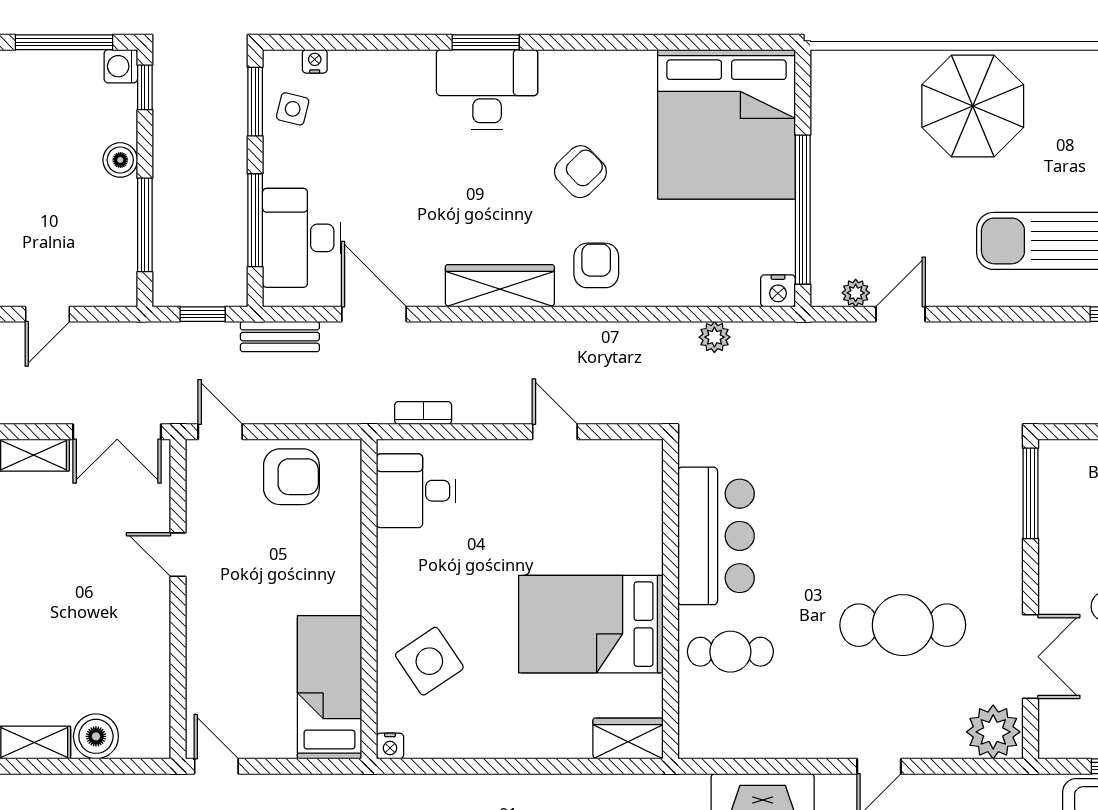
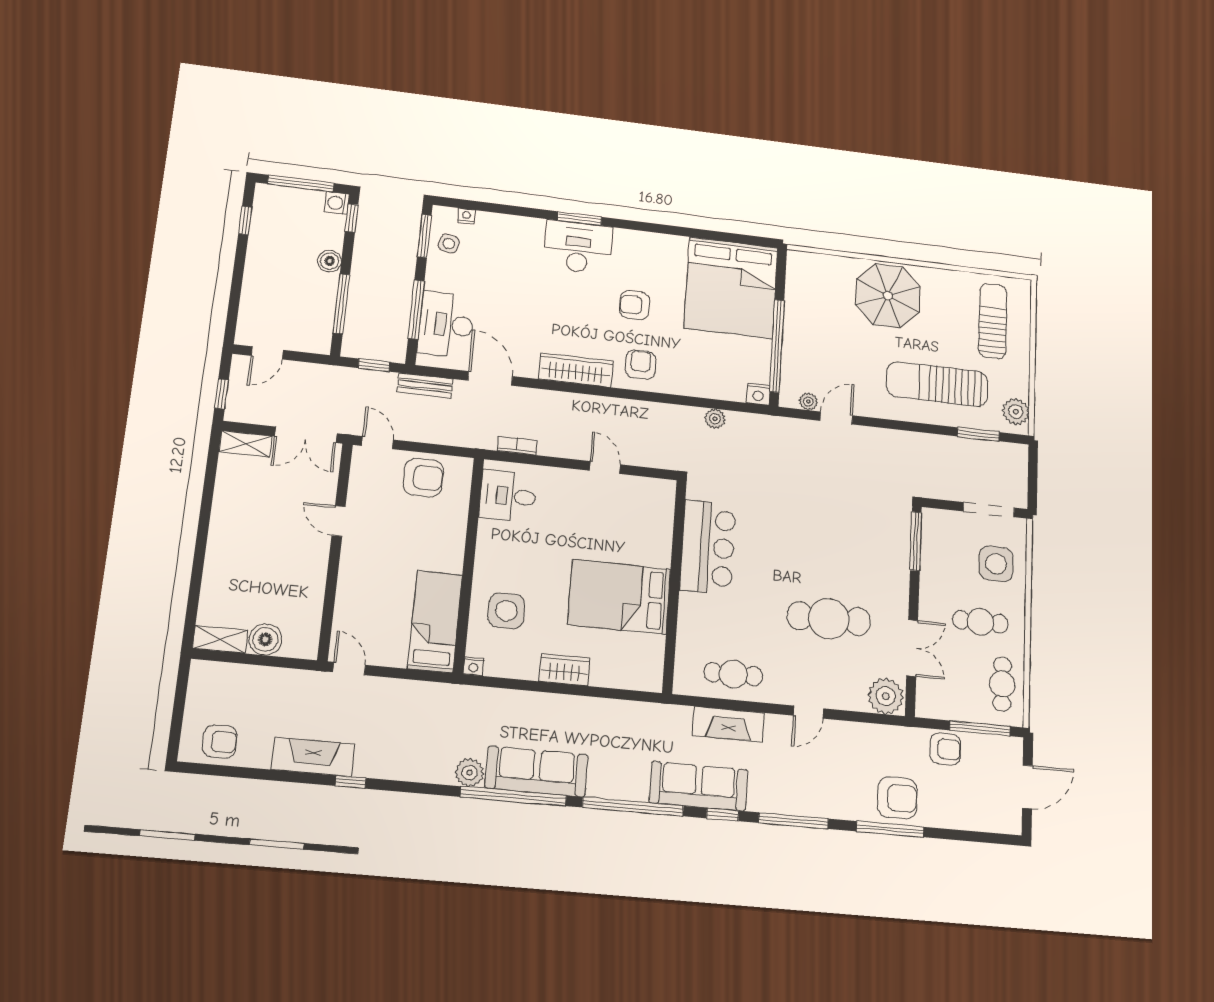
armchair: (580, 172) -> (635, 305), turned -136
cafe table: (730, 652) -> (733, 674), moved
side table: (429, 661) -> (506, 611), turned 34
wardrobe: (628, 738) -> (564, 670), moved

